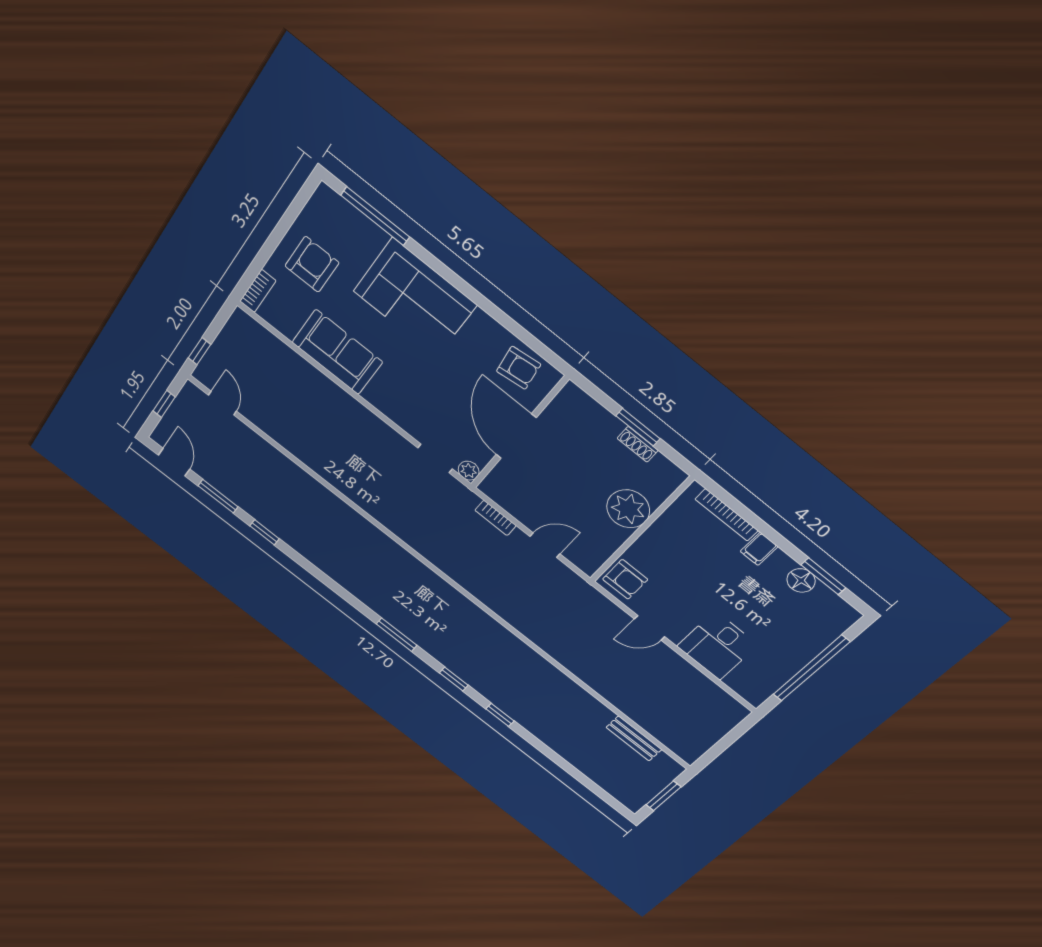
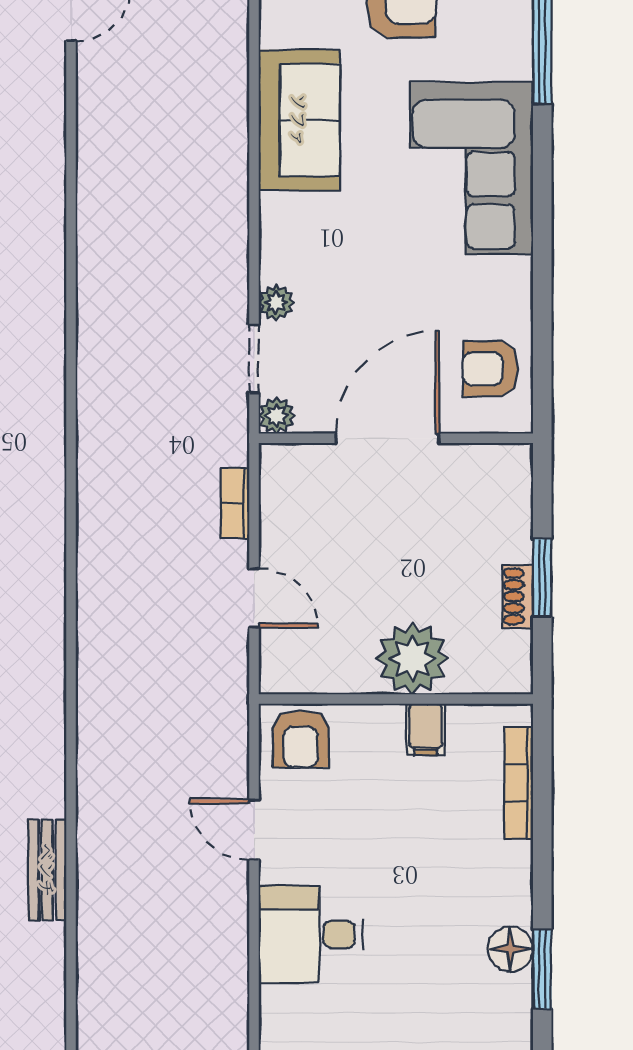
armchair: (519, 368) -> (491, 369), turned 97
plant: (416, 429) -> (276, 303), added
filing cabinet: (759, 549) -> (426, 729), moved, turned -90
bench: (634, 738) -> (47, 870), moved

